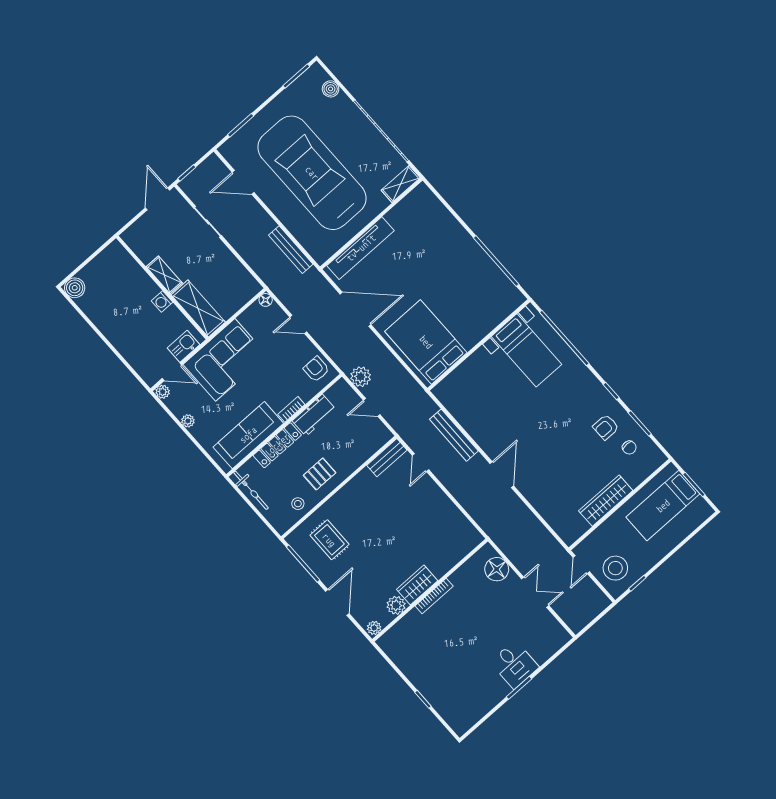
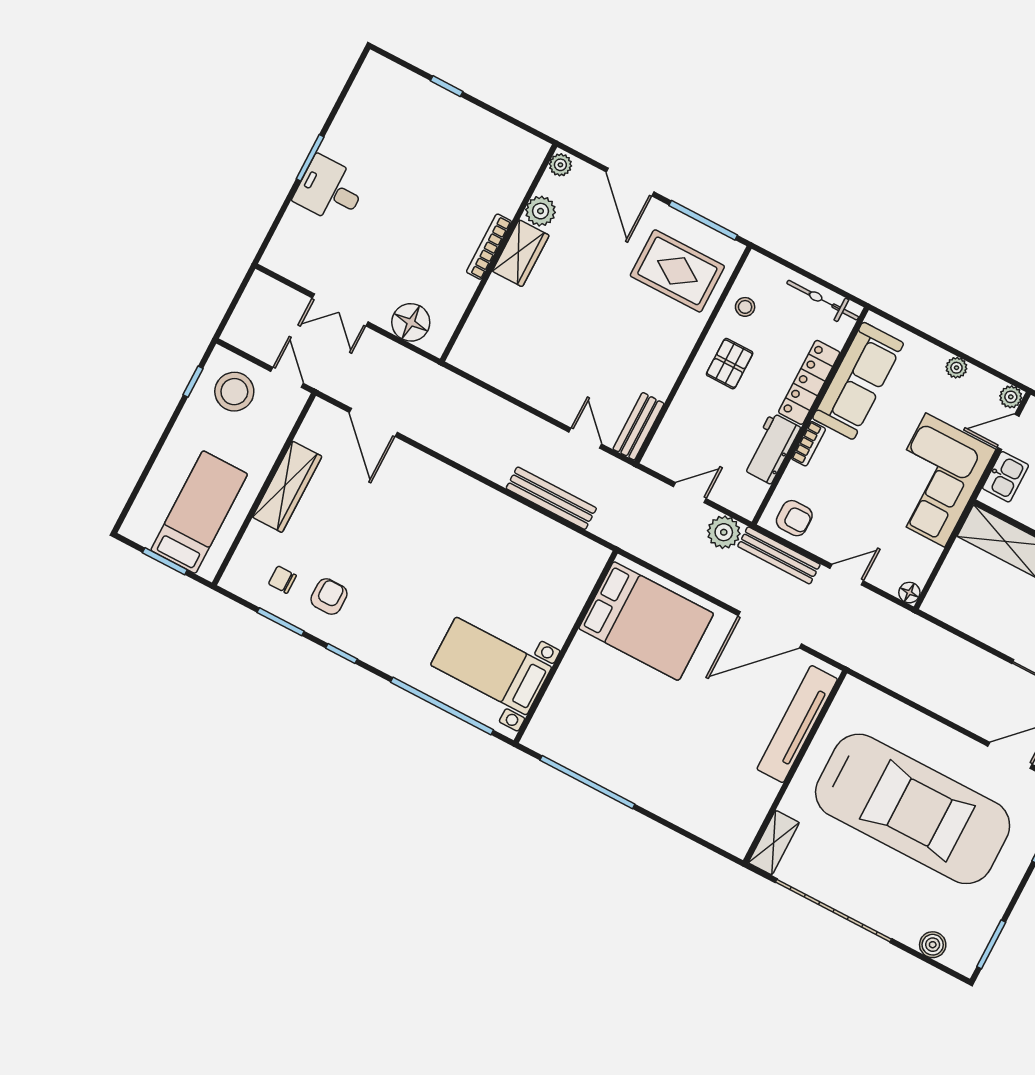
bench: (291, 250) -> (779, 555), moved
door: (502, 475) -> (373, 422), moved
rug: (329, 540) -> (677, 271), width x1.36, depth x1.43

